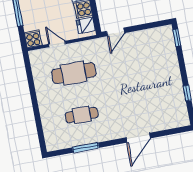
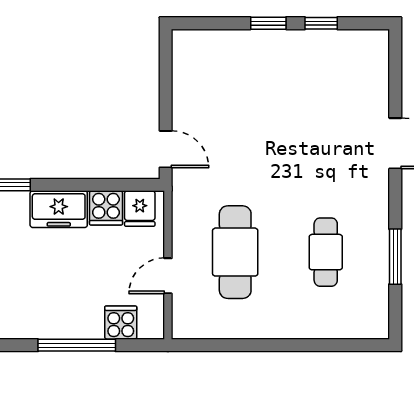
window: (177, 38) -> (268, 23), moved
cooker: (33, 39) -> (121, 323), moved, turned 90

